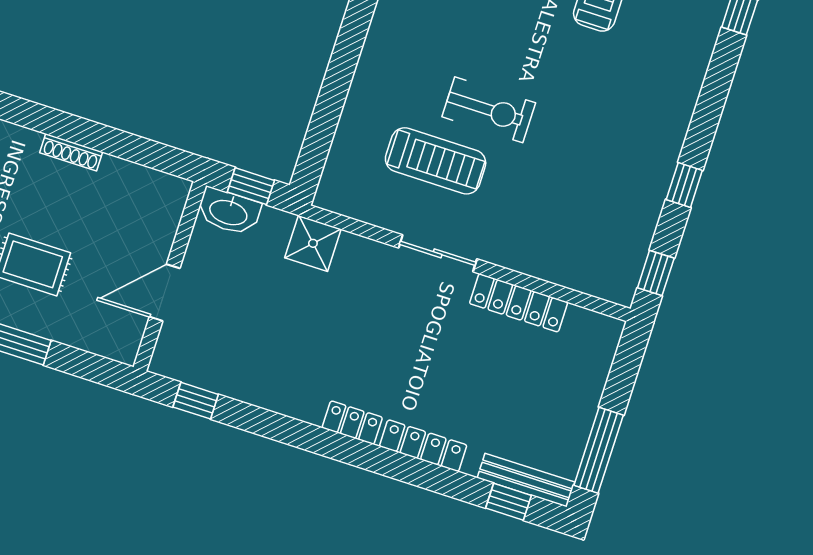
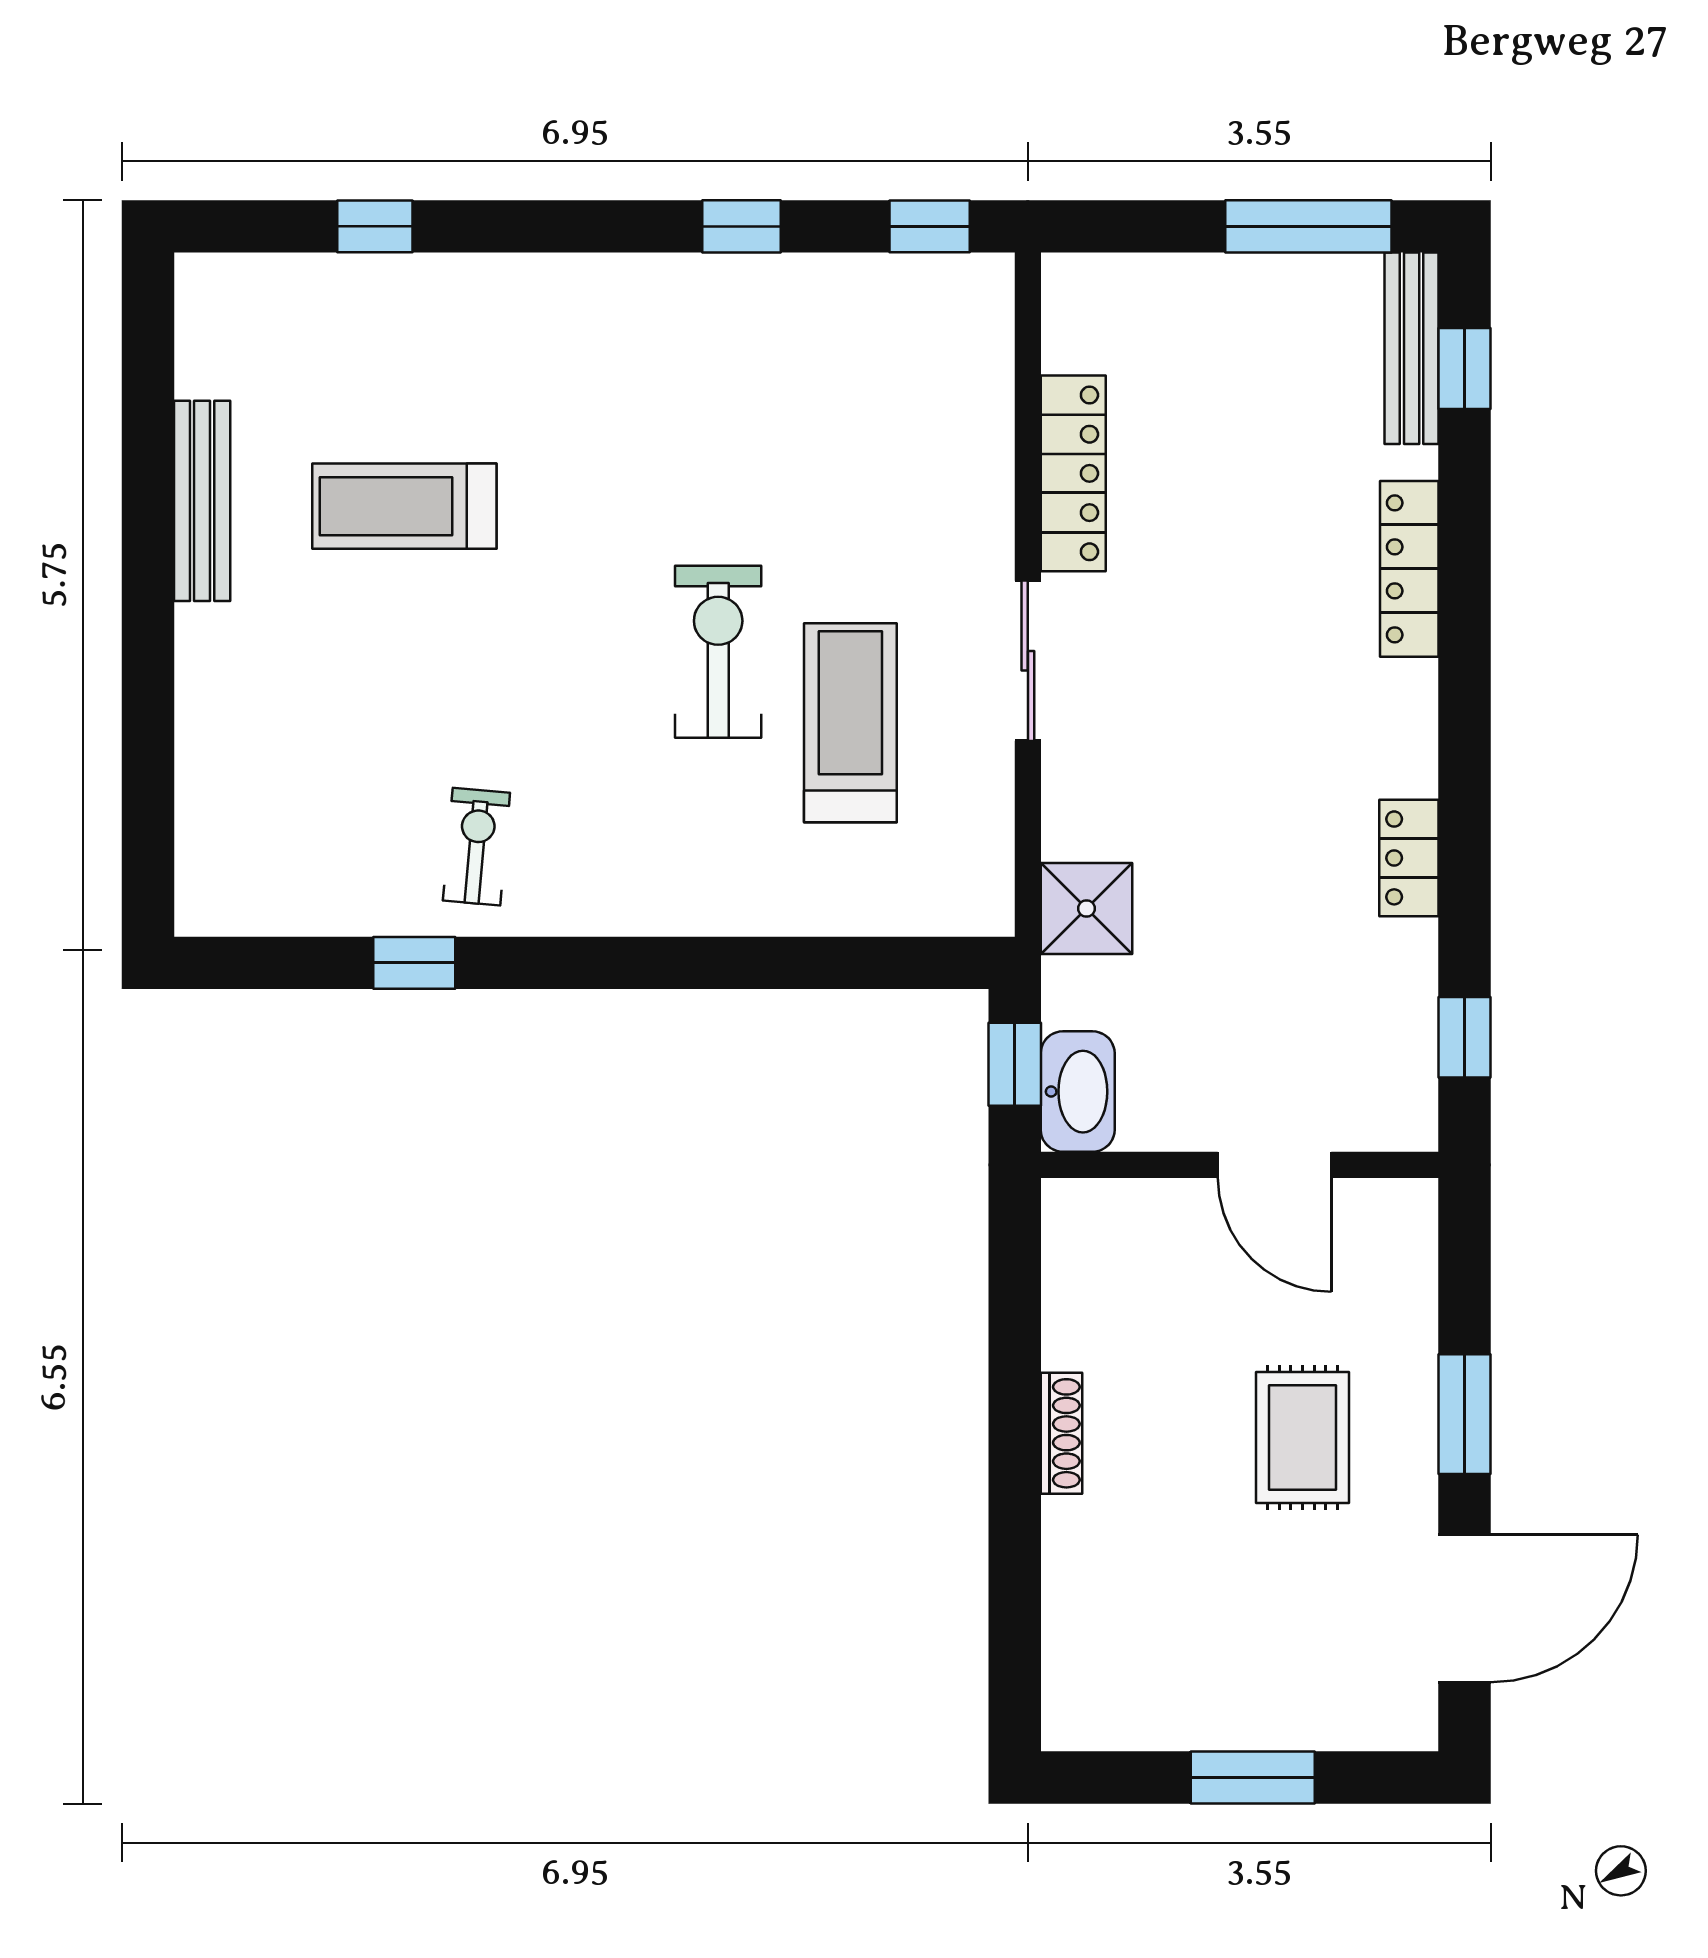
locker: (352, 423) -> (1409, 858), moved

